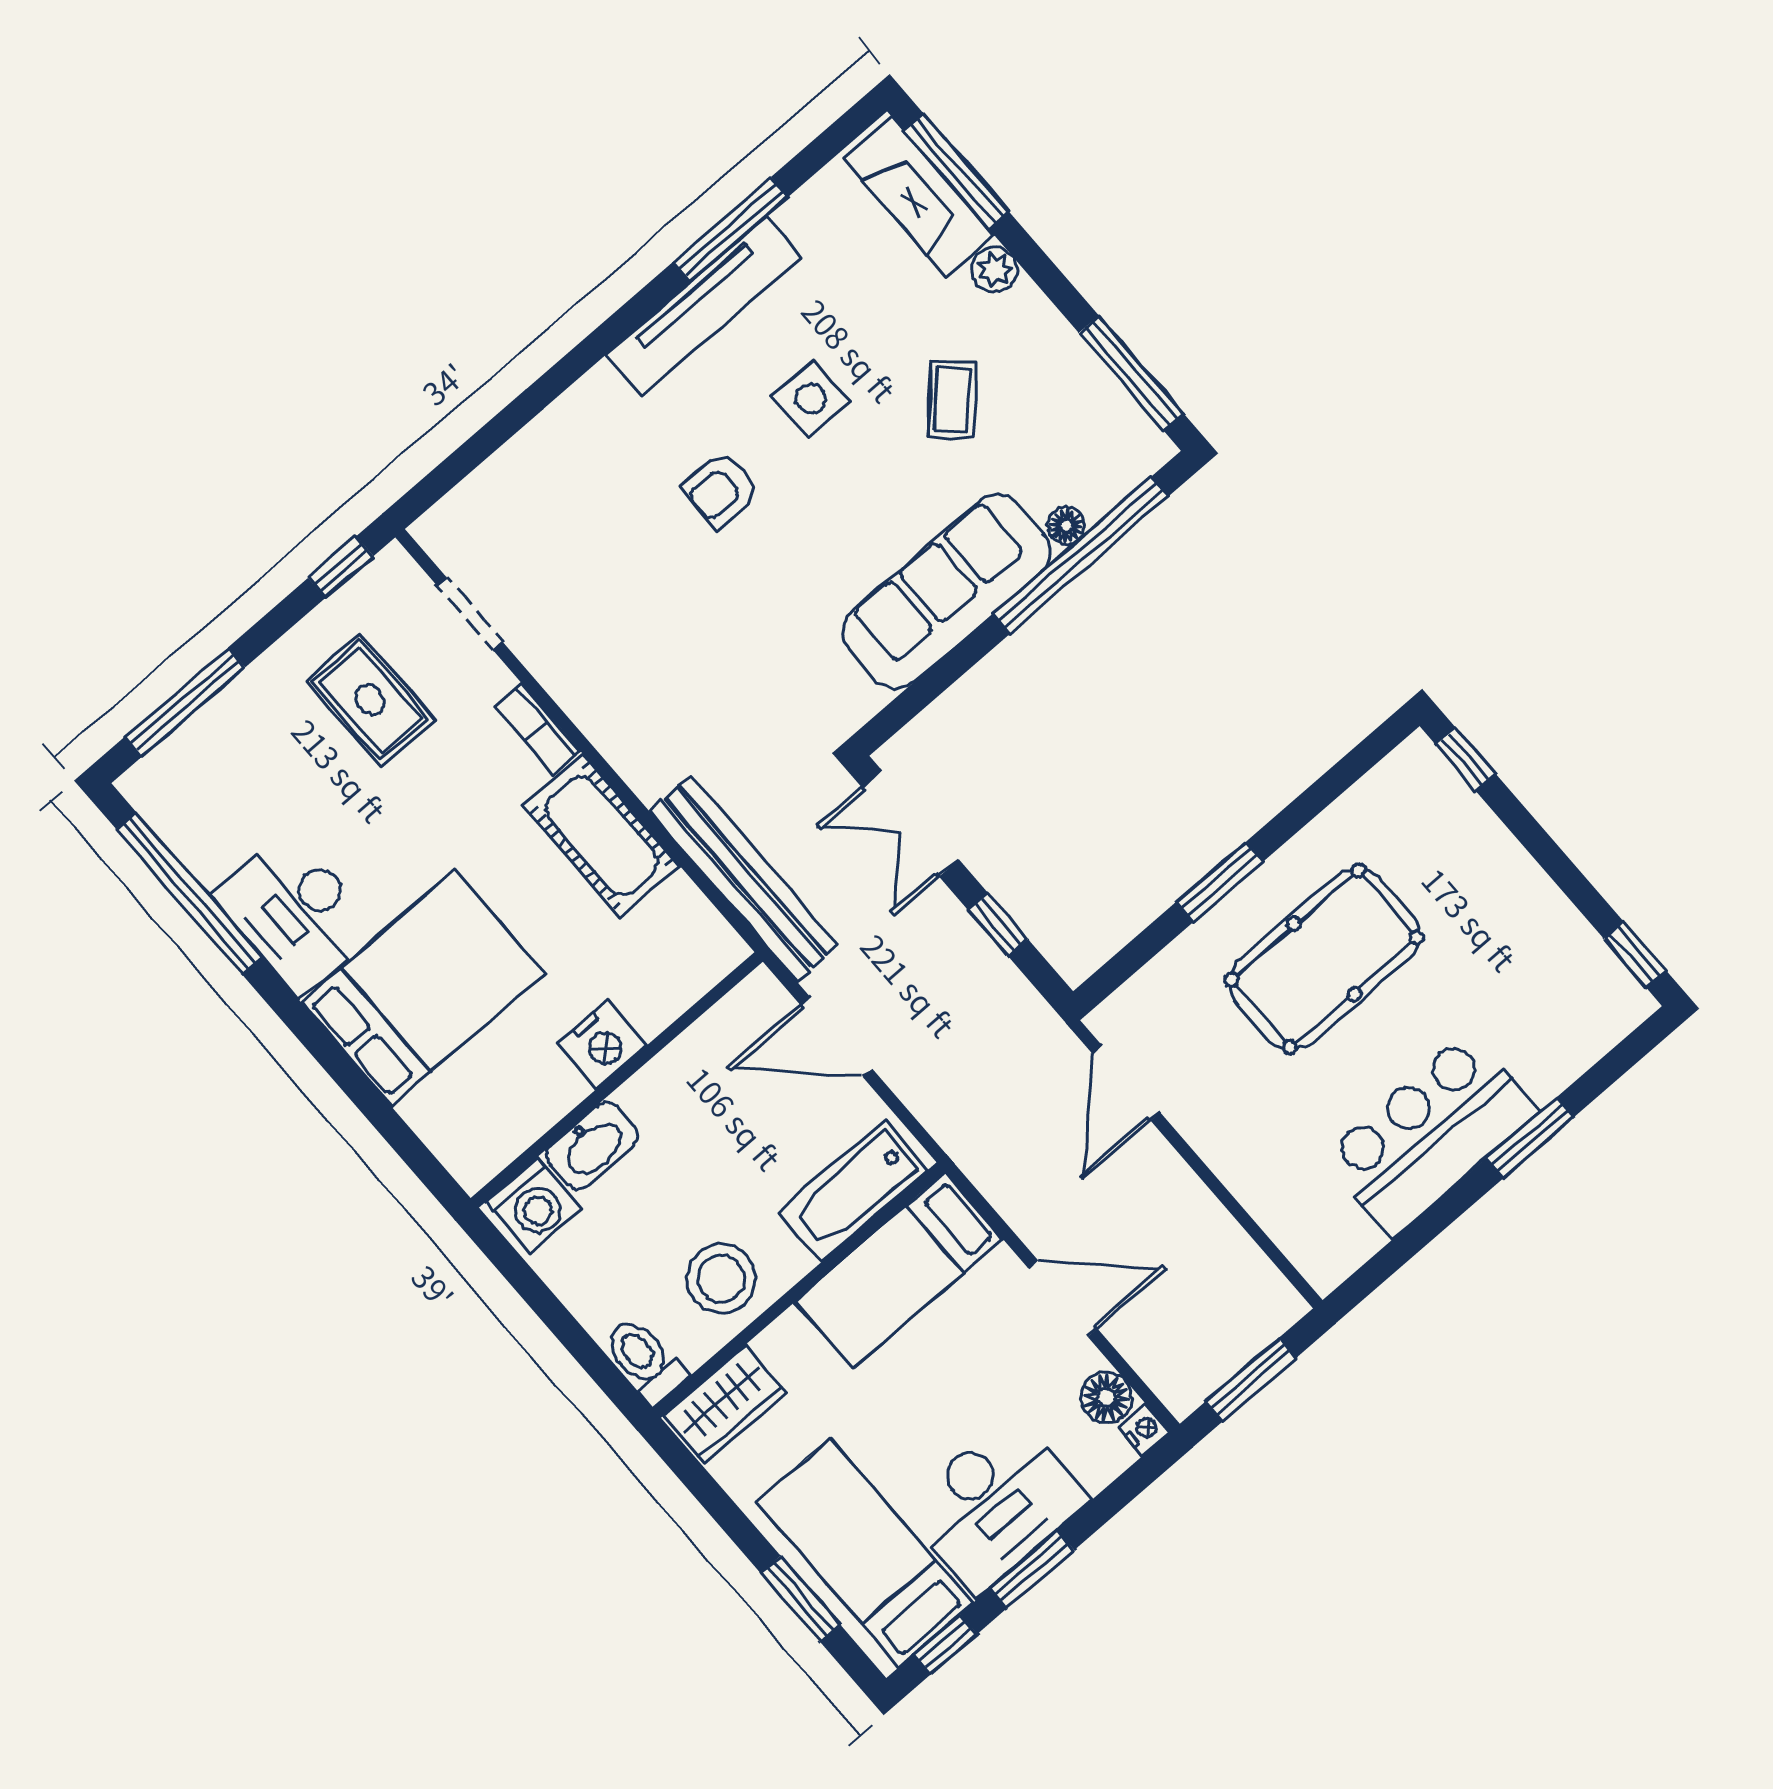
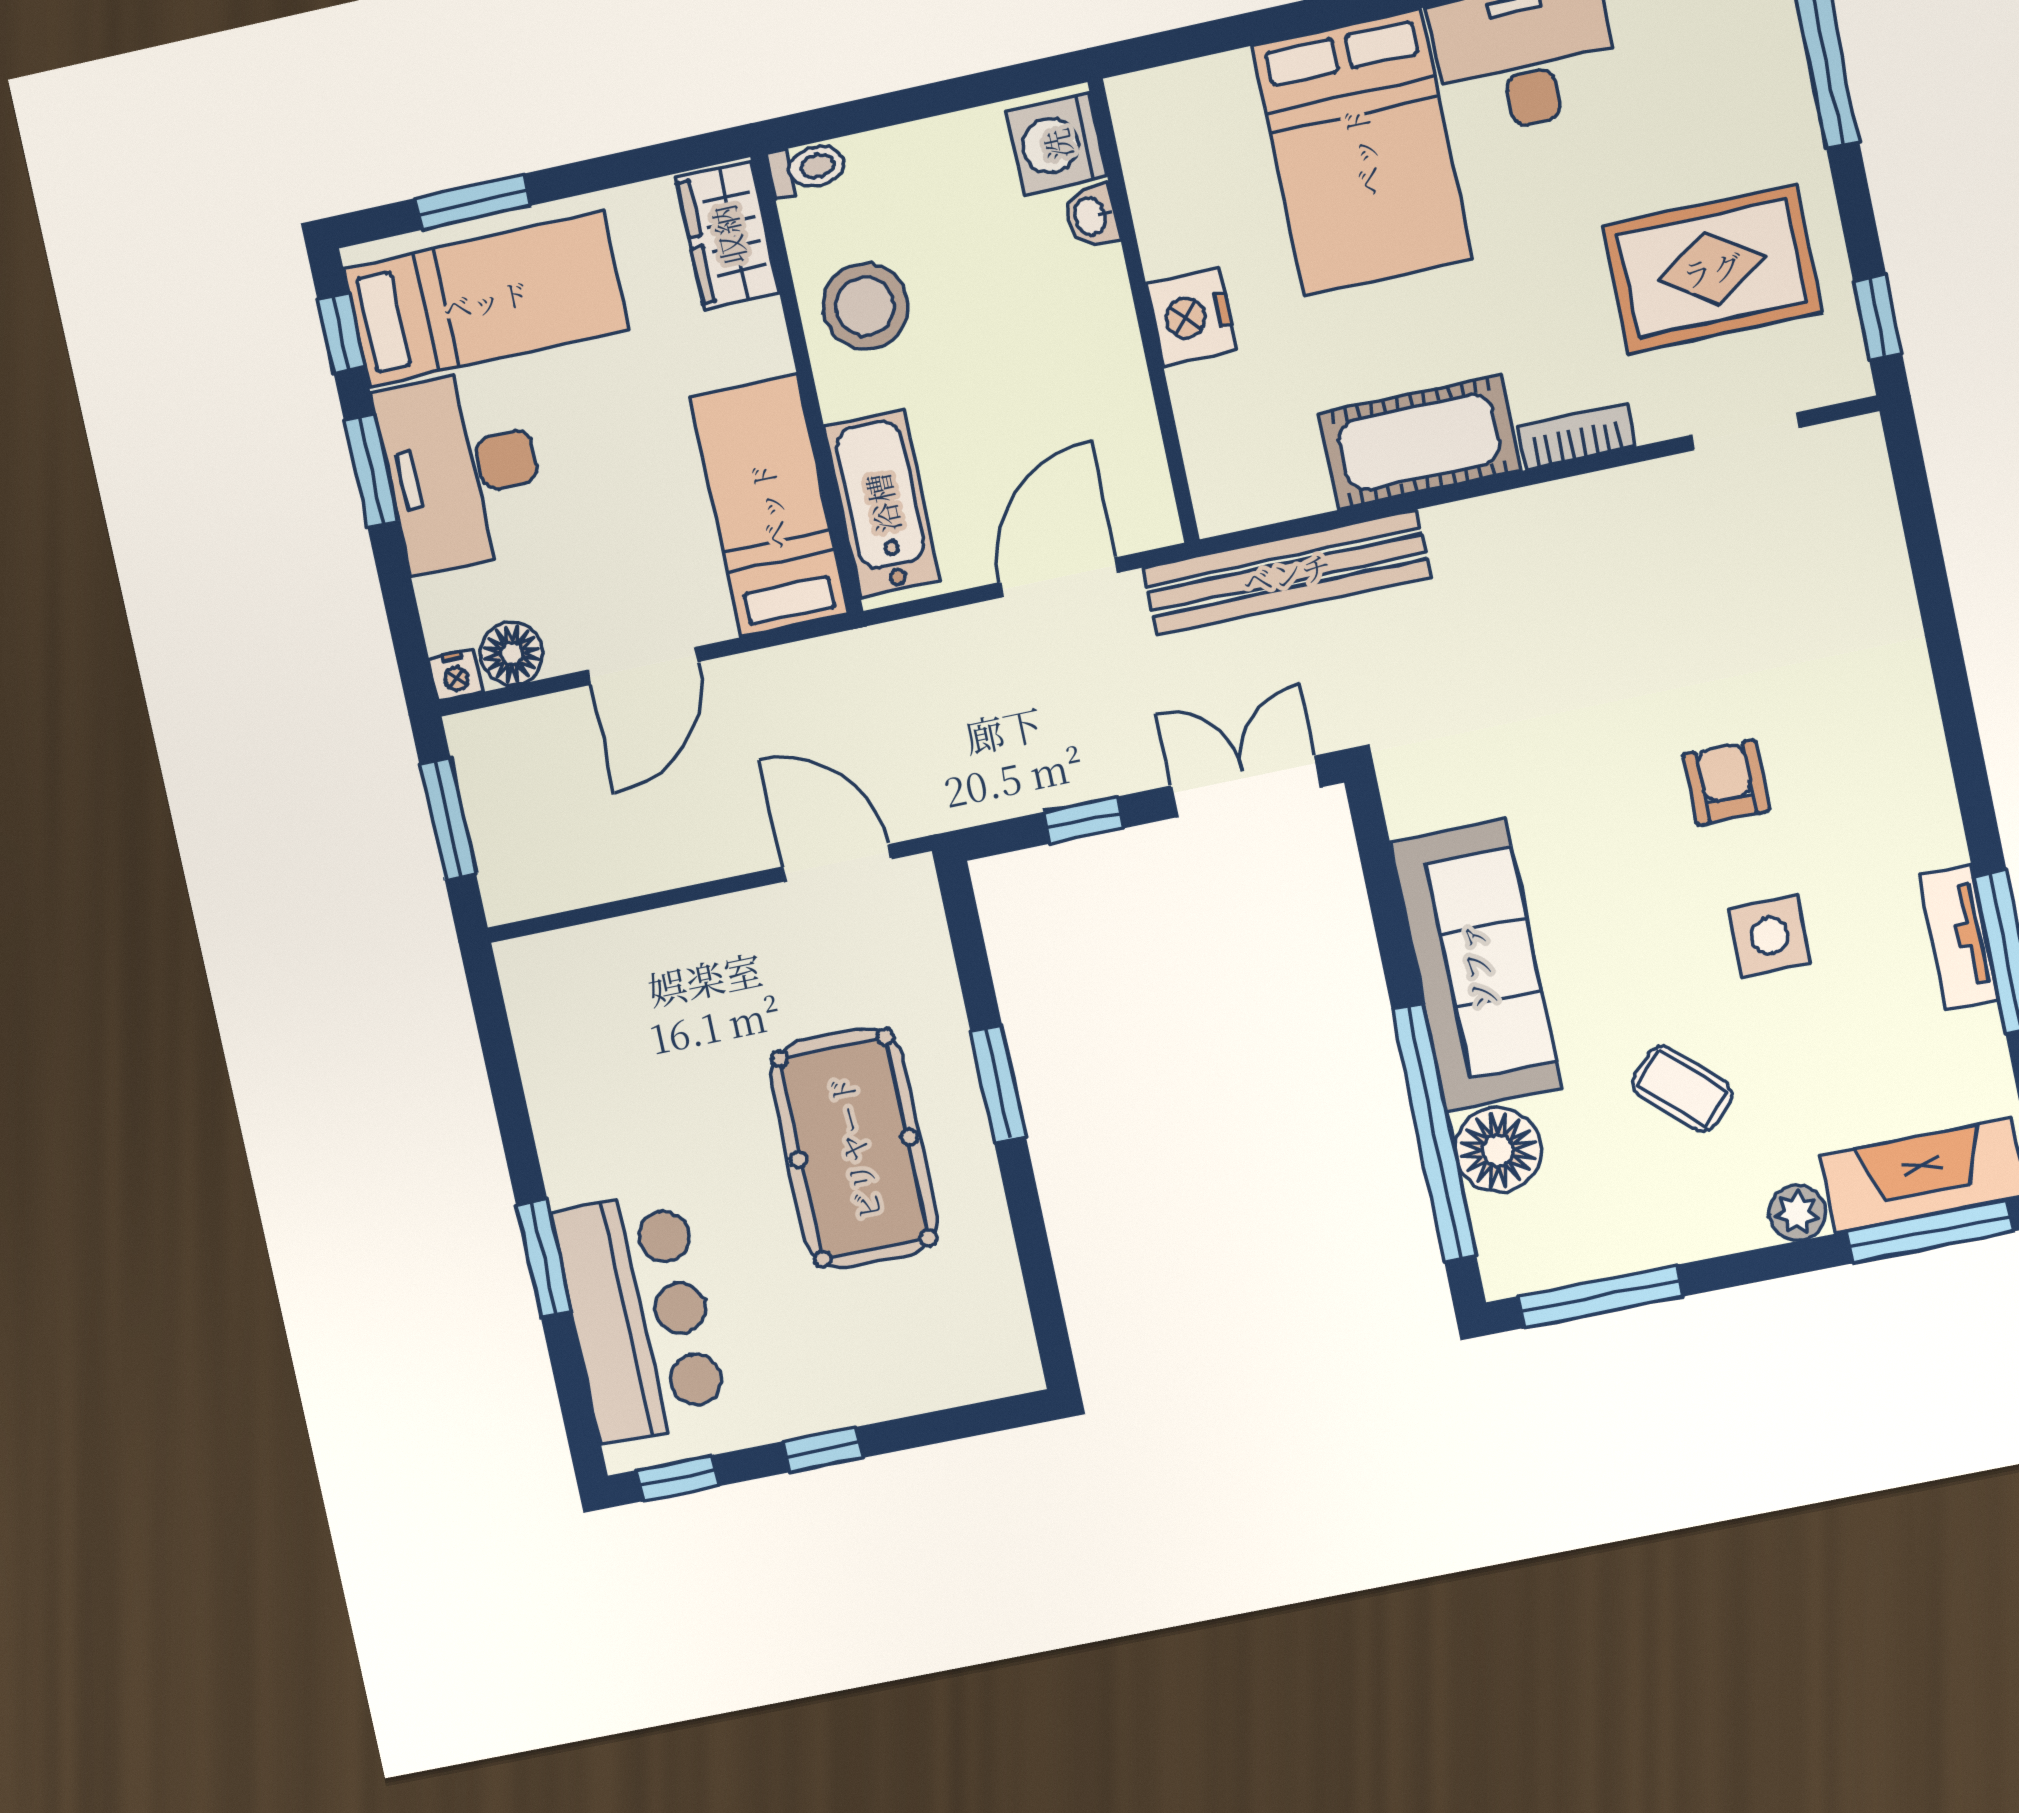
tv unit: (704, 306) -> (1959, 937), width x0.52, depth x0.78
floor lamp: (1066, 526) -> (1498, 1150), width x1.89, depth x1.89
rug: (370, 700) -> (1712, 269), width x1.36, depth x1.43
window: (1466, 759) -> (823, 1449), moved
bar counter: (1431, 1134) -> (640, 1316), moved
washbasin: (592, 1146) -> (1091, 216), width x0.52, depth x0.69
toilet: (644, 1360) -> (807, 168), width x0.73, depth x0.72

